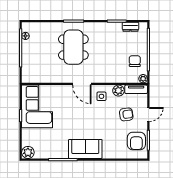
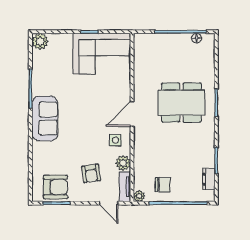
door: (148, 114) -> (109, 203), moved
armchair: (136, 141) -> (55, 187), turned 180

